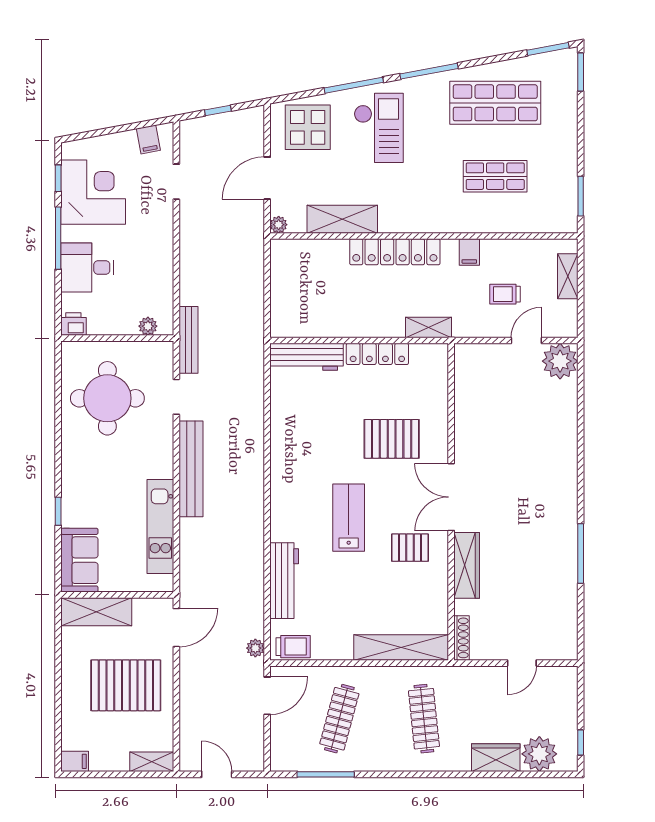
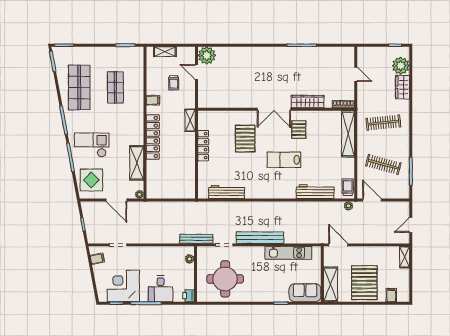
workbench: (307, 357) -> (226, 192), moved, turned -90
pallet: (126, 685) -> (364, 283), moved
filing cabinet: (75, 761) -> (391, 295), moved

